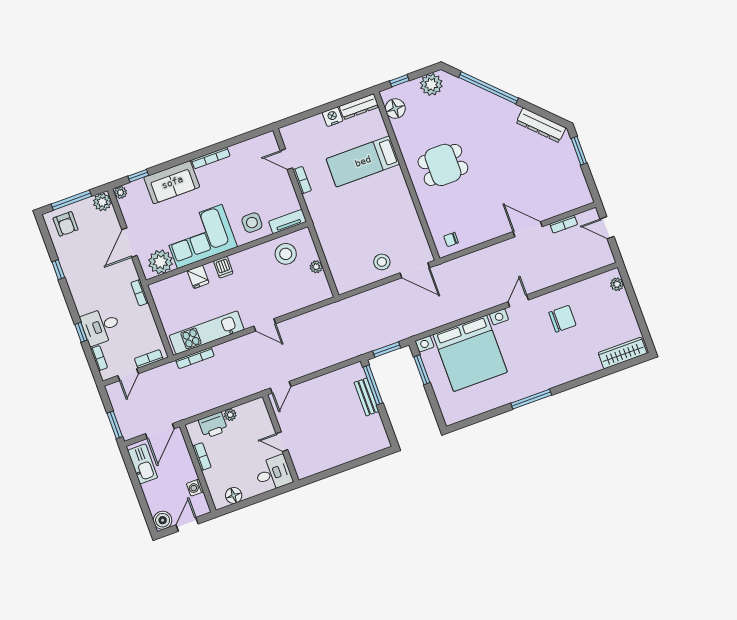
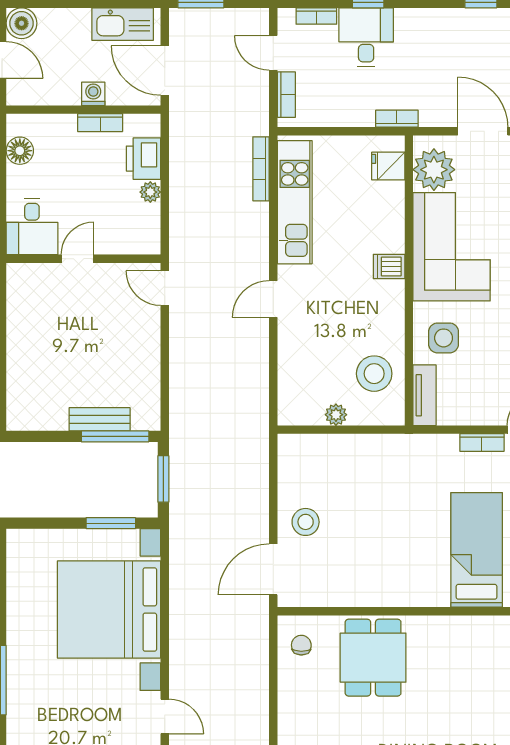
dining table: (443, 165) -> (373, 658), moved
fridge: (198, 277) -> (388, 166), moved
washing machine: (195, 488) -> (93, 94), moved

